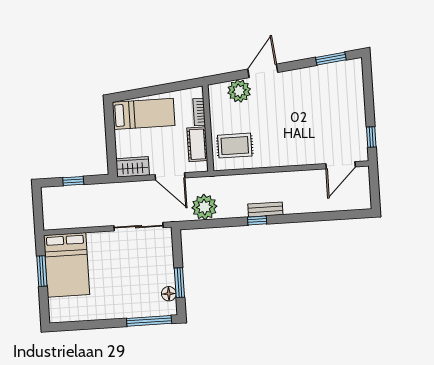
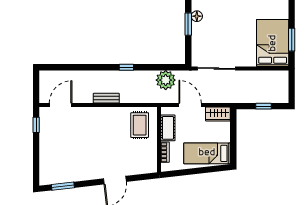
plant: (239, 91) -> (134, 166), removed
rug: (235, 146) -> (140, 125), turned 90
bench: (265, 209) -> (106, 98), moved

